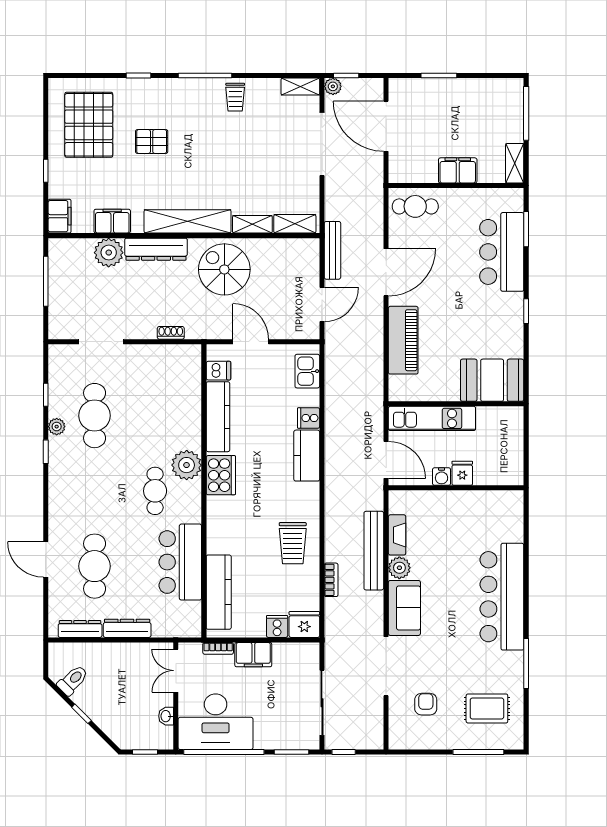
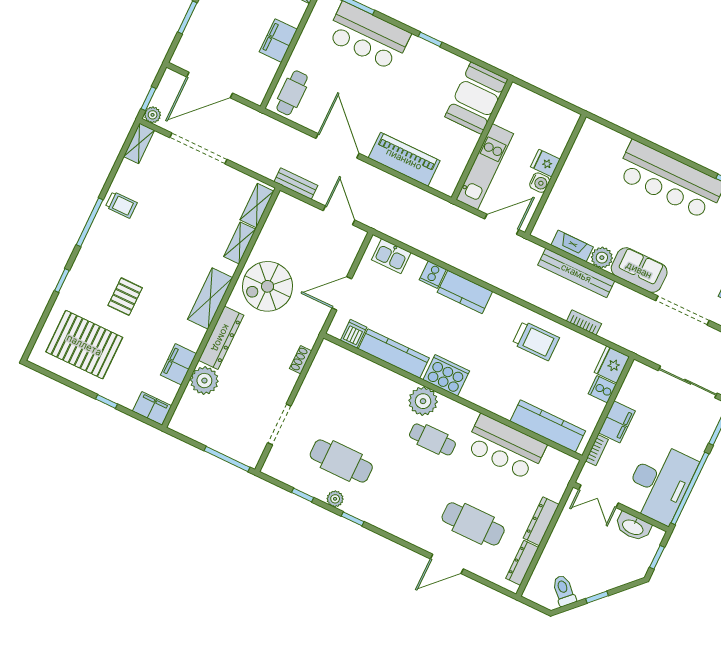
shelving: (188, 221) -> (210, 298), width x0.68
bench: (332, 250) -> (296, 184), width x0.73
window: (46, 281) -> (227, 459), moved
washbasin: (166, 716) -> (633, 527), width x1.91, depth x1.45

